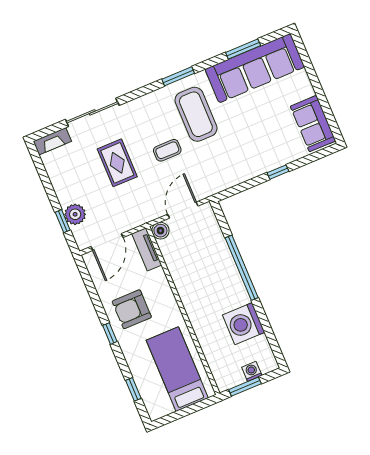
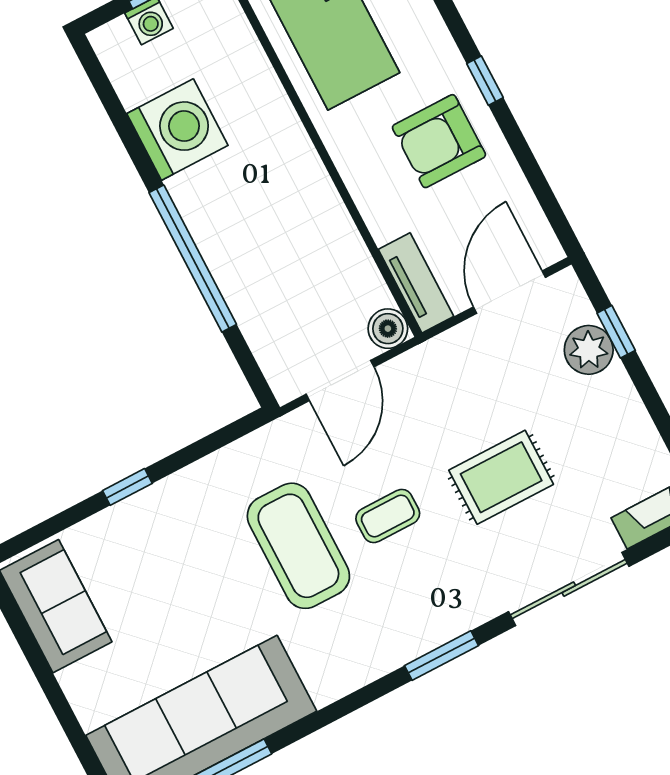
window: (178, 76) -> (441, 656), moved
coffee table: (196, 114) -> (298, 546), moved
rug: (117, 163) -> (501, 477), turned 90
armchair: (132, 309) -> (439, 141), turned 180

